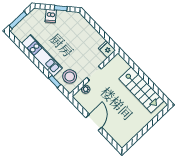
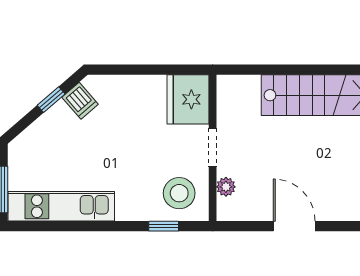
dishwasher: (51, 16) -> (80, 101), moved
fridge: (107, 49) -> (188, 99), width x1.88, depth x1.34
kitchen unit: (42, 56) -> (61, 206), moved

